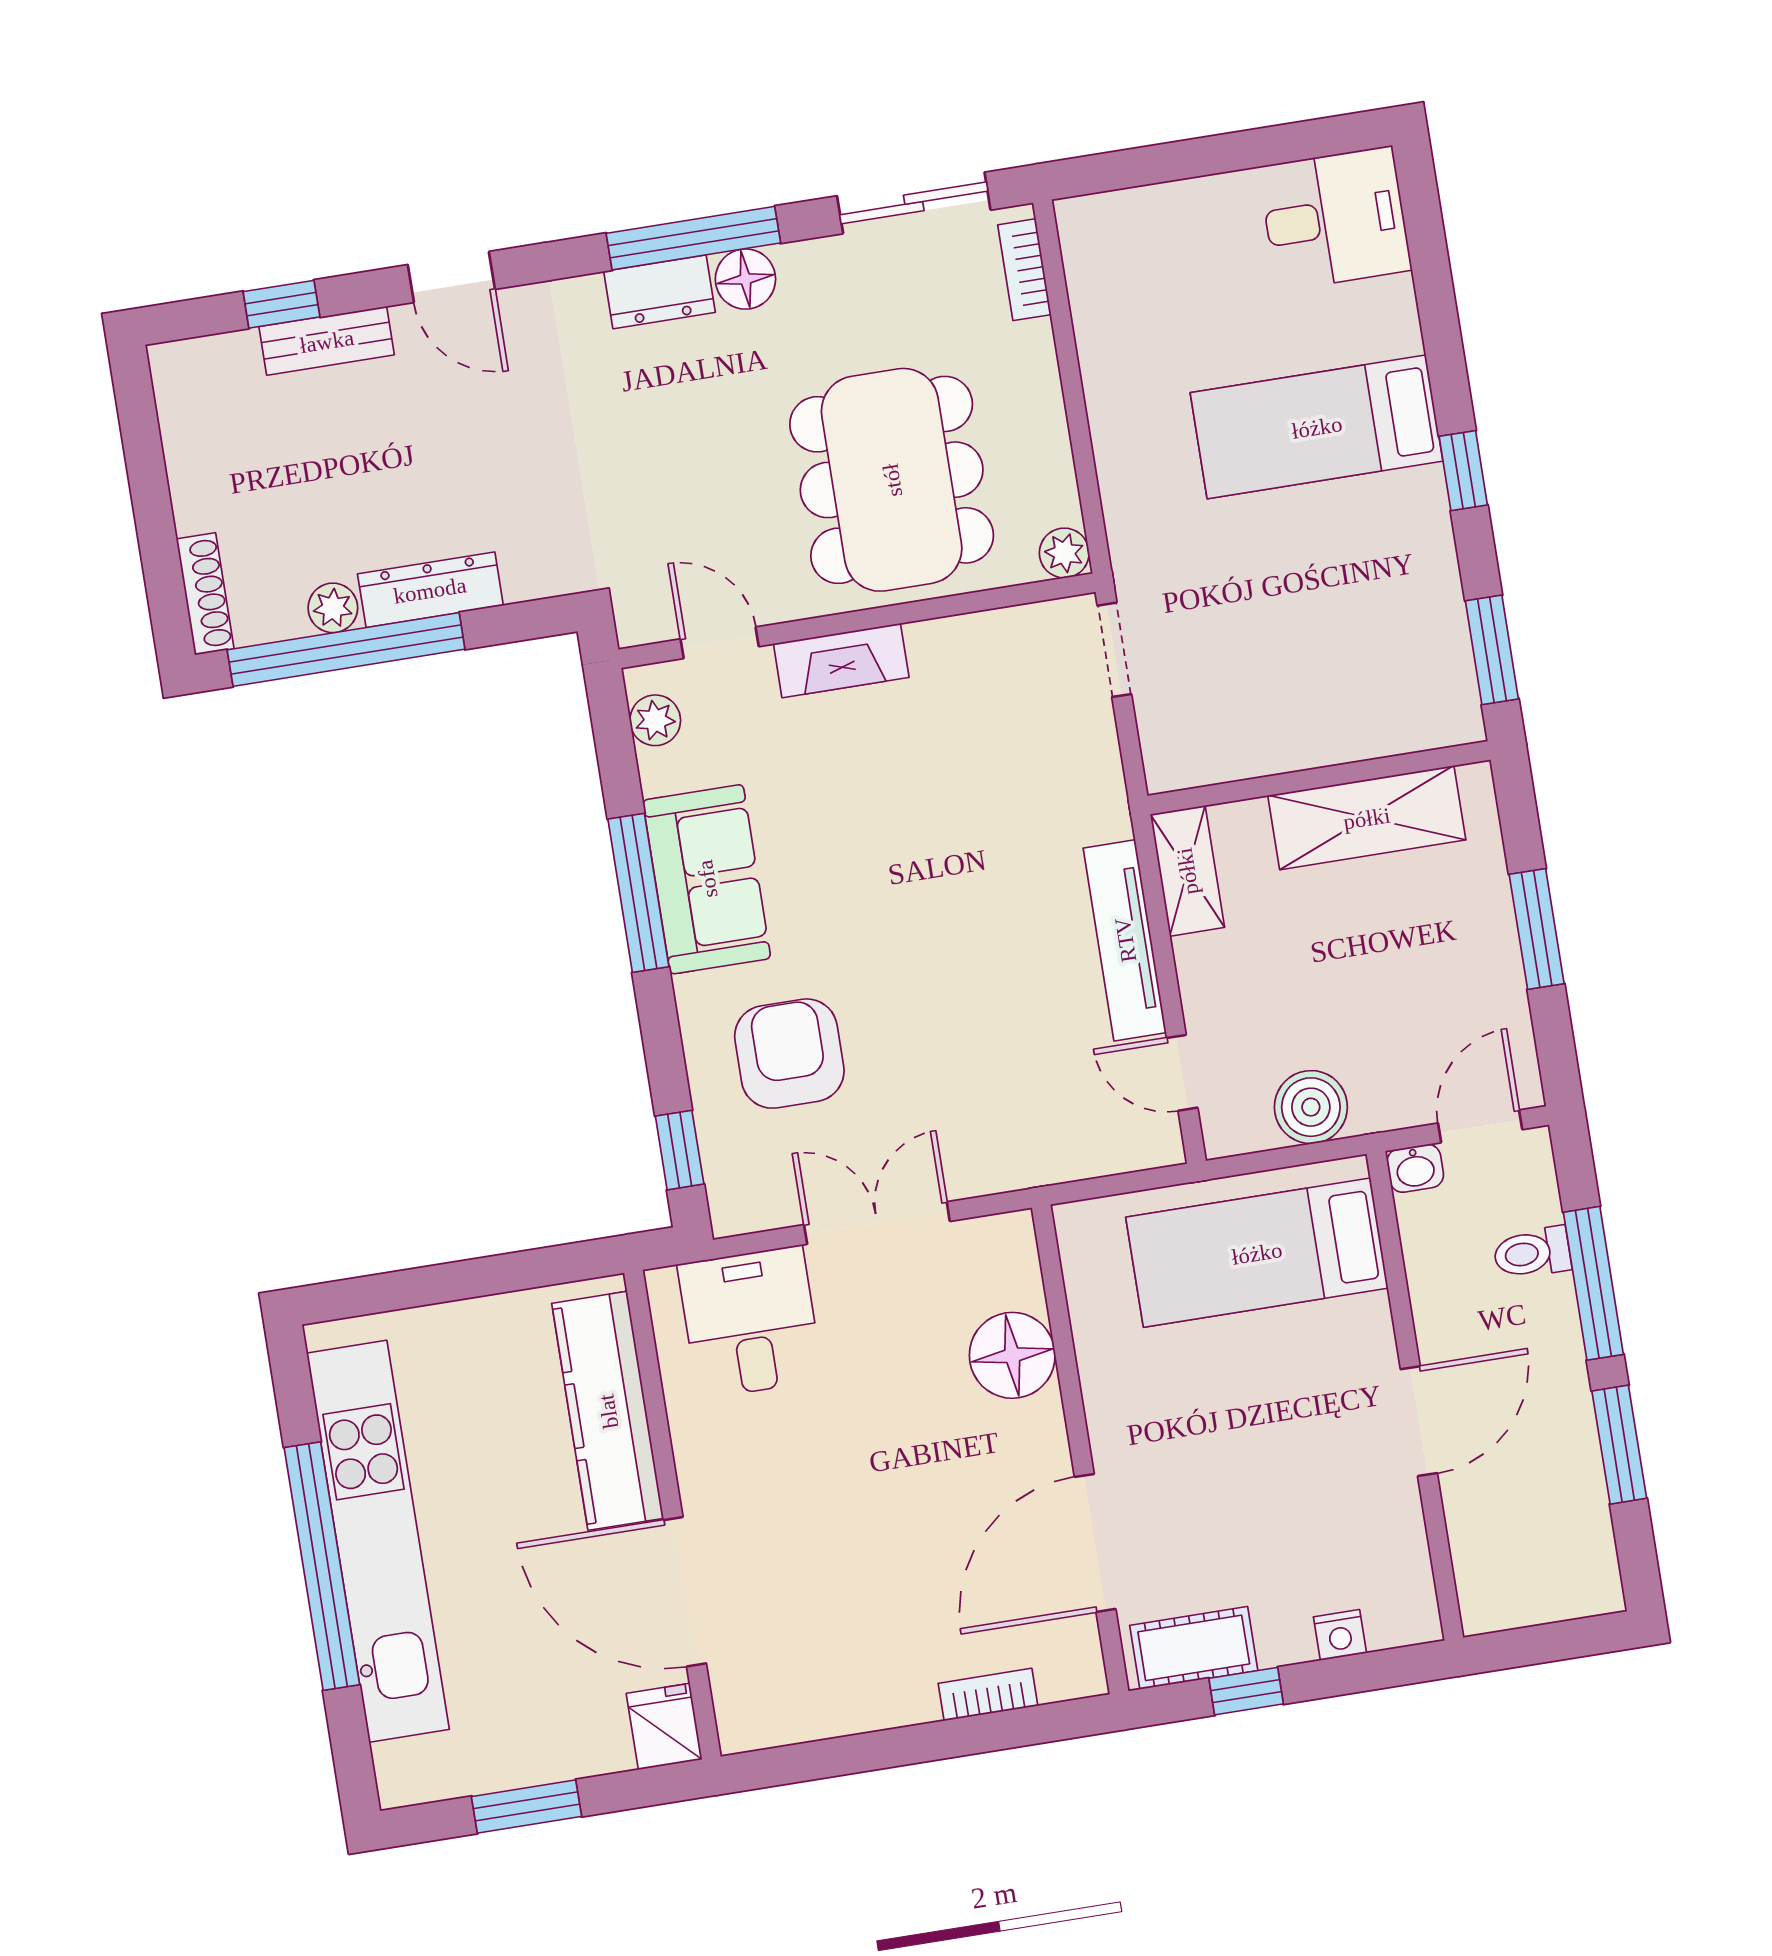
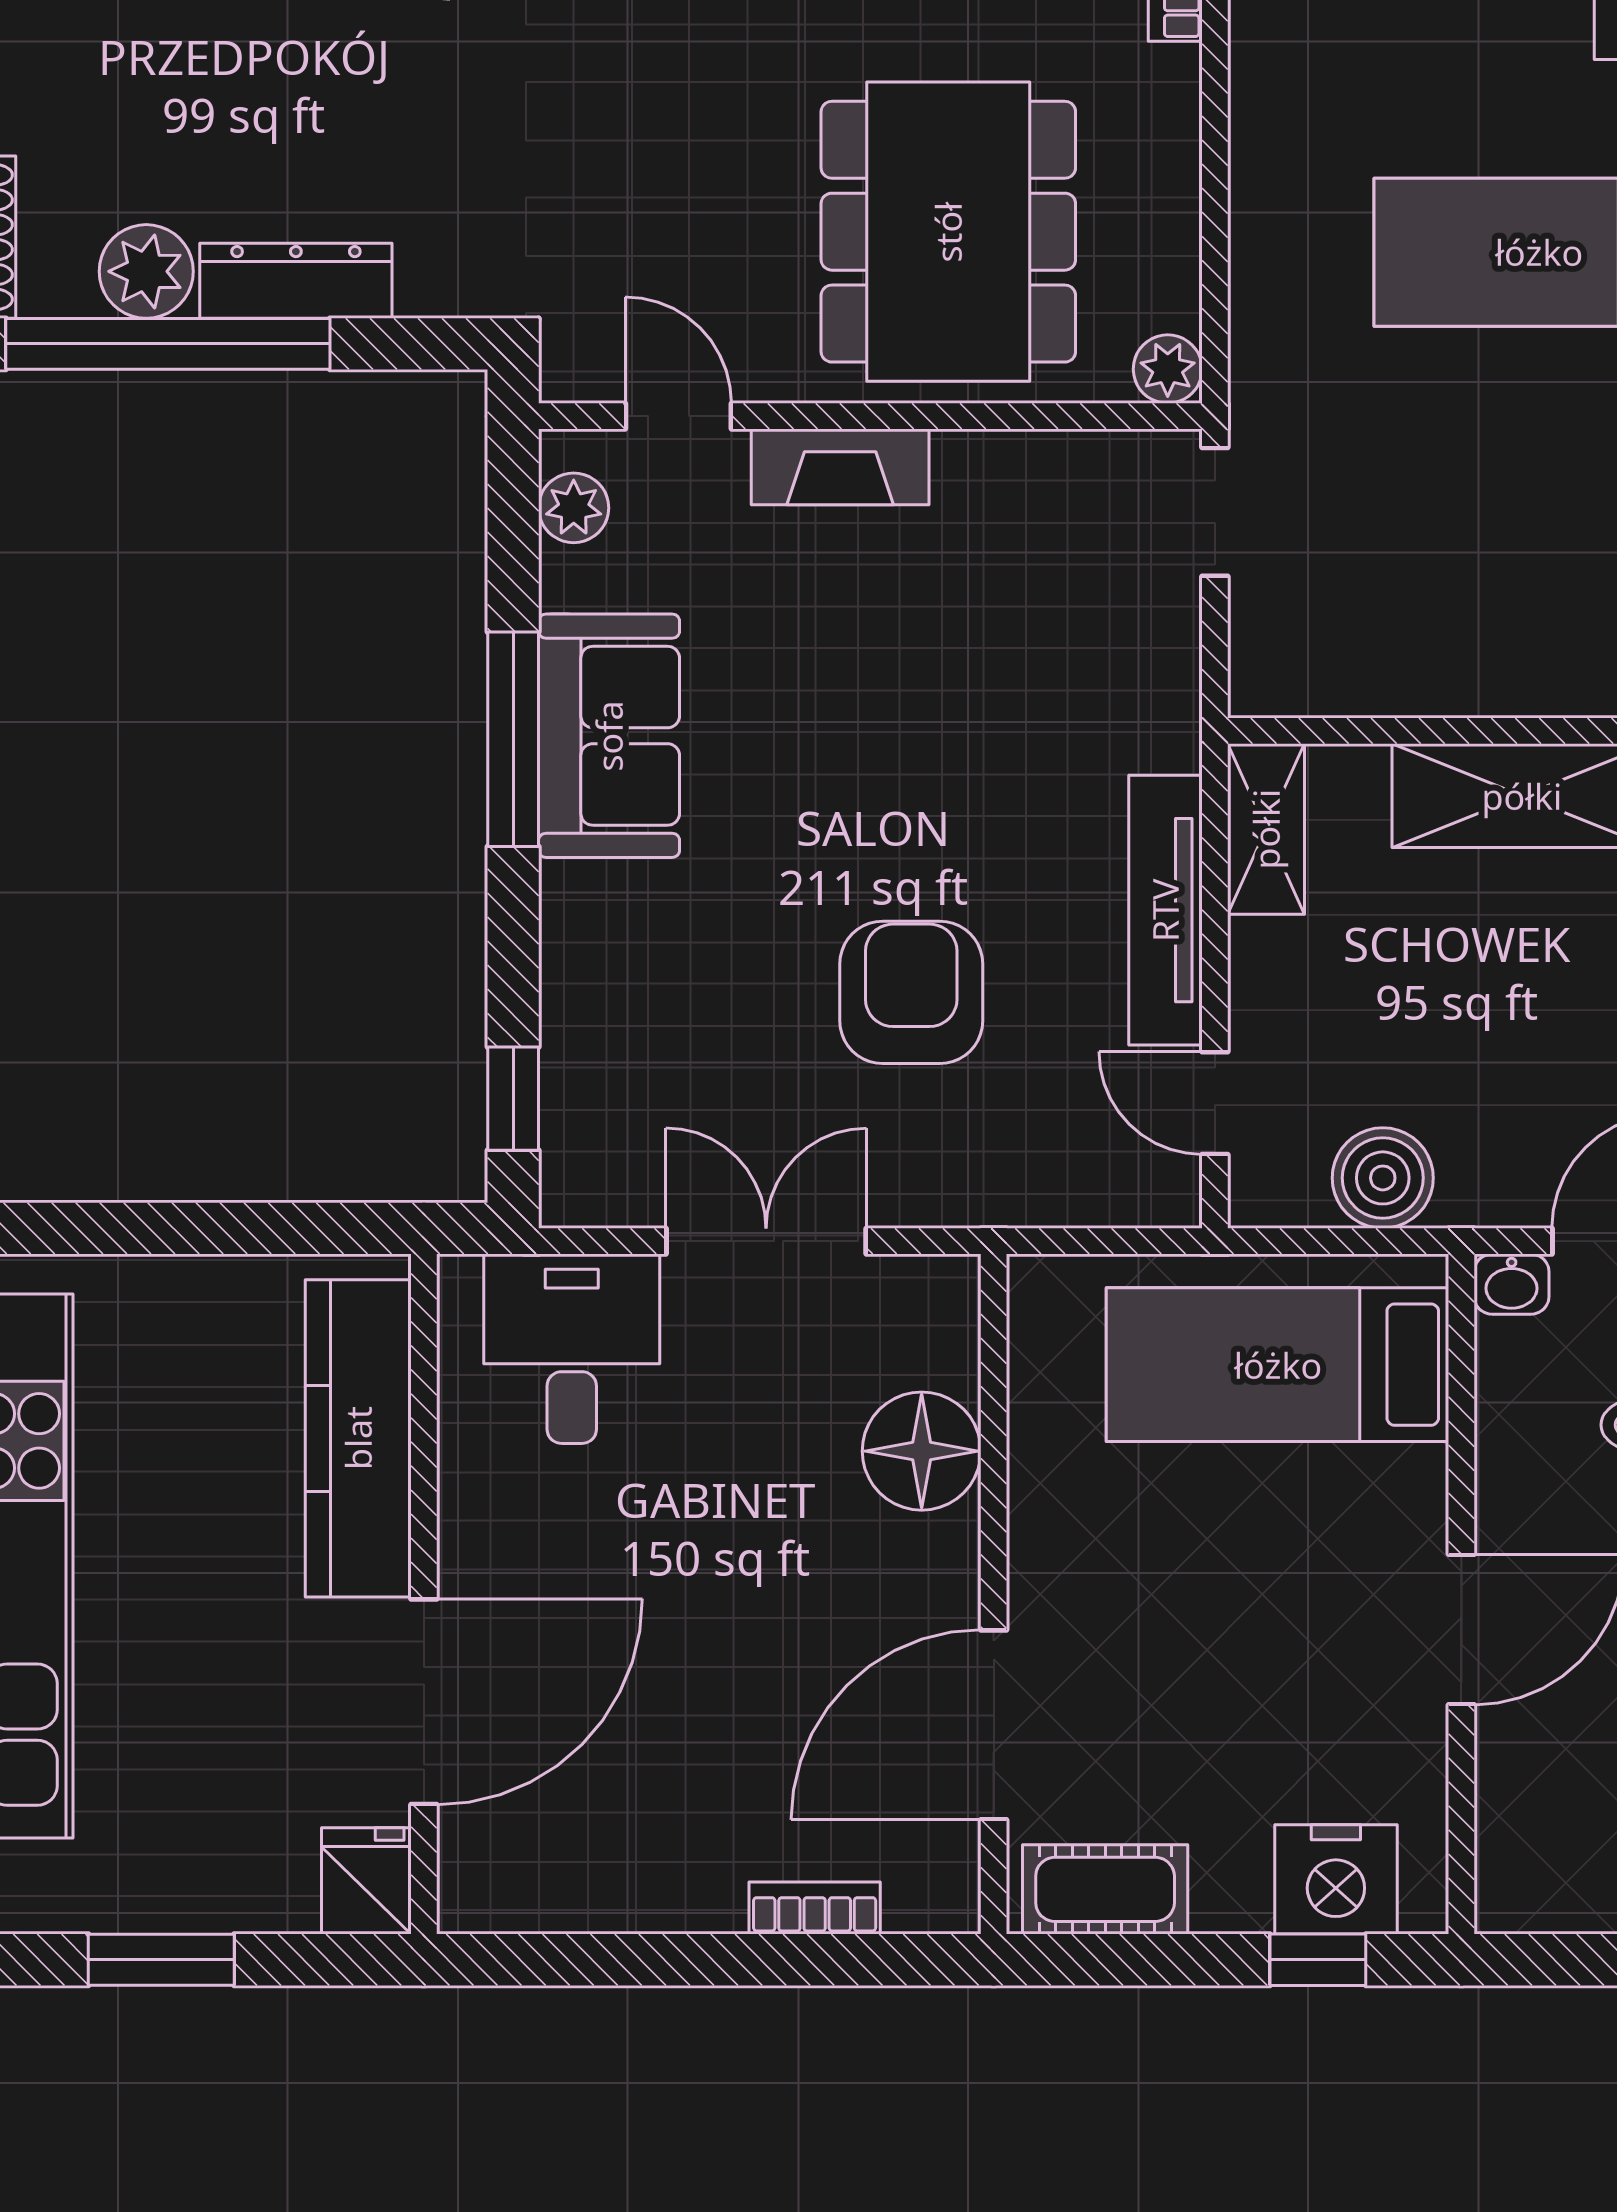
plant: (333, 608) -> (146, 271), width x1.38, depth x1.38
armchair: (789, 1054) -> (911, 992), moved
door: (685, 1592) -> (424, 1702), swing flipped
nightstand: (1340, 1635) -> (1336, 1879), width x1.89, depth x1.79
window: (1246, 1691) -> (1318, 1960), moved

